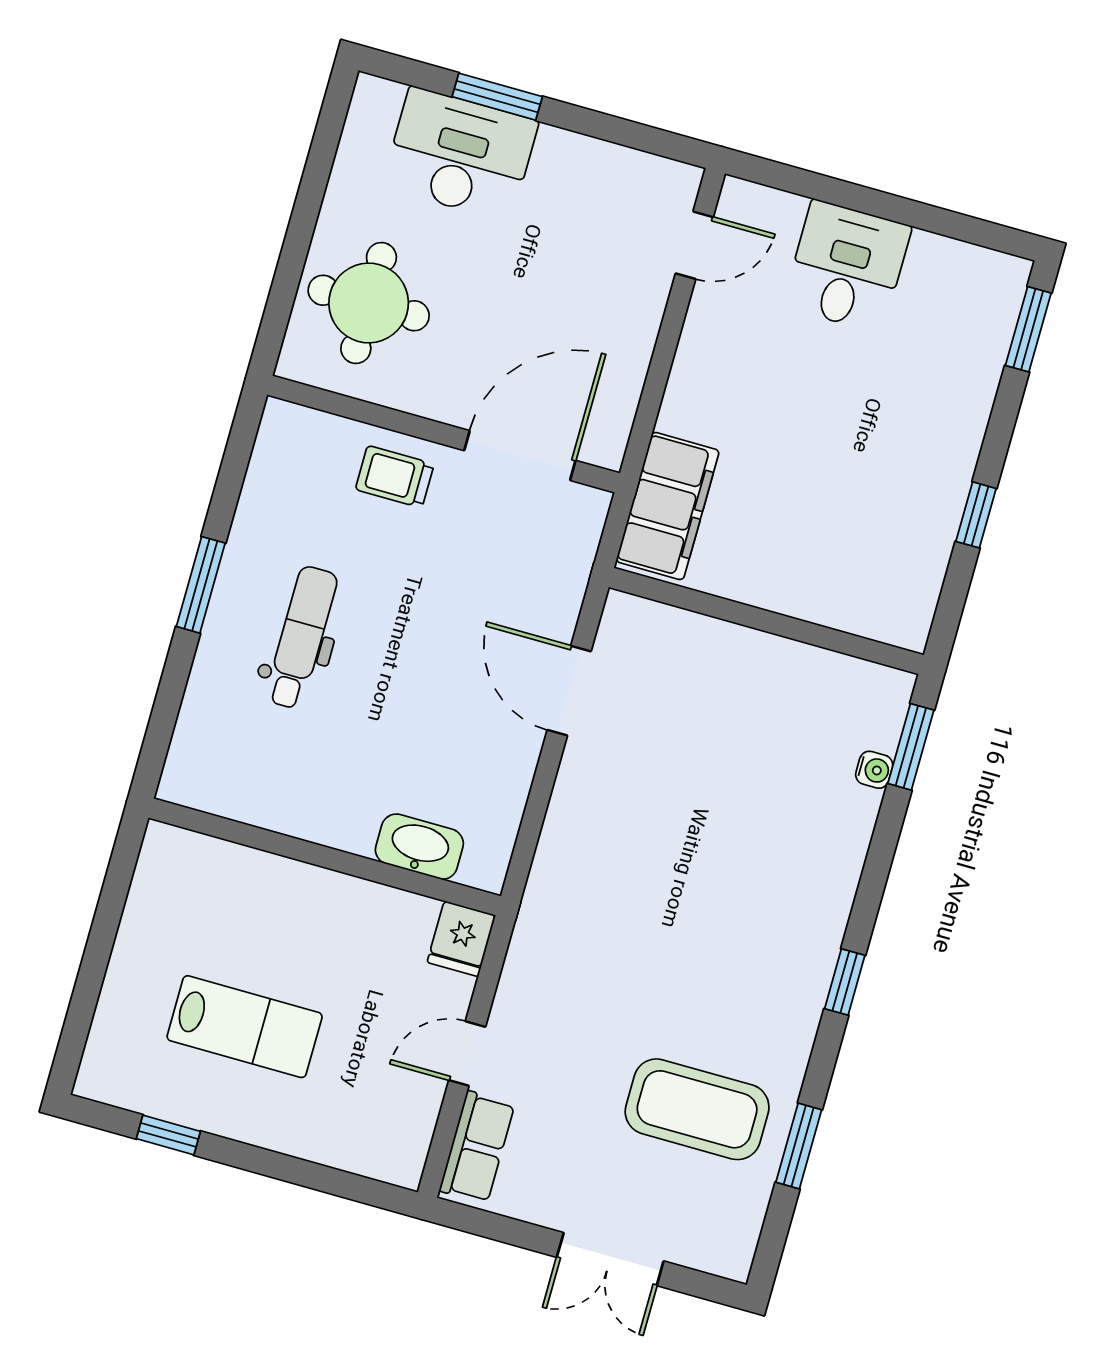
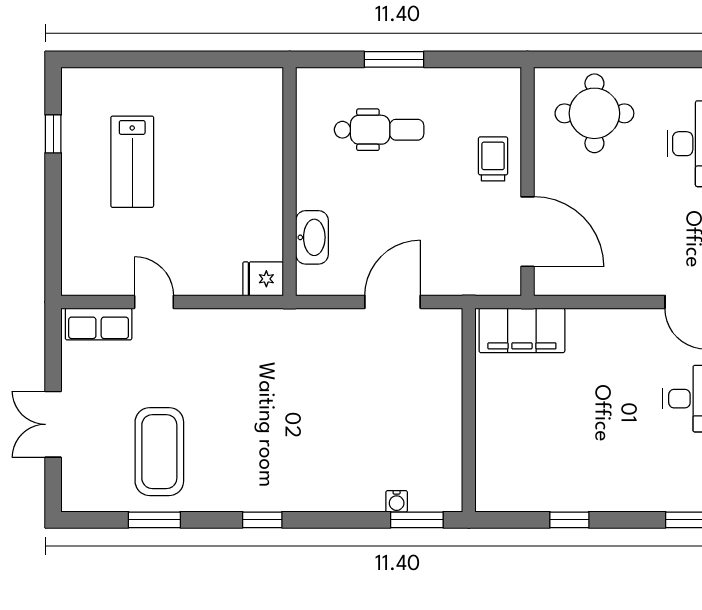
washbasin: (419, 847) -> (312, 237), moved
wall: (325, 857) -> (290, 181), moved
fridge: (461, 939) -> (263, 279), moved

